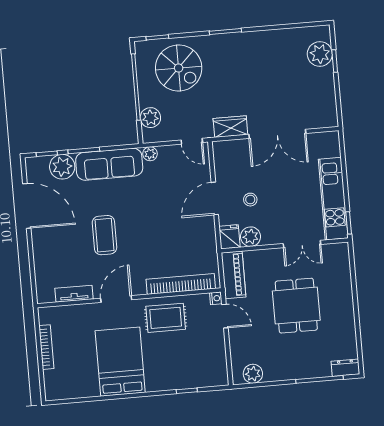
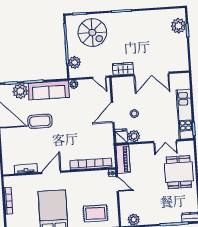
coffee table: (104, 235) -> (40, 121), moved, turned 90
dining table: (296, 306) -> (179, 172), moved
rug: (166, 318) -> (95, 213), moved

